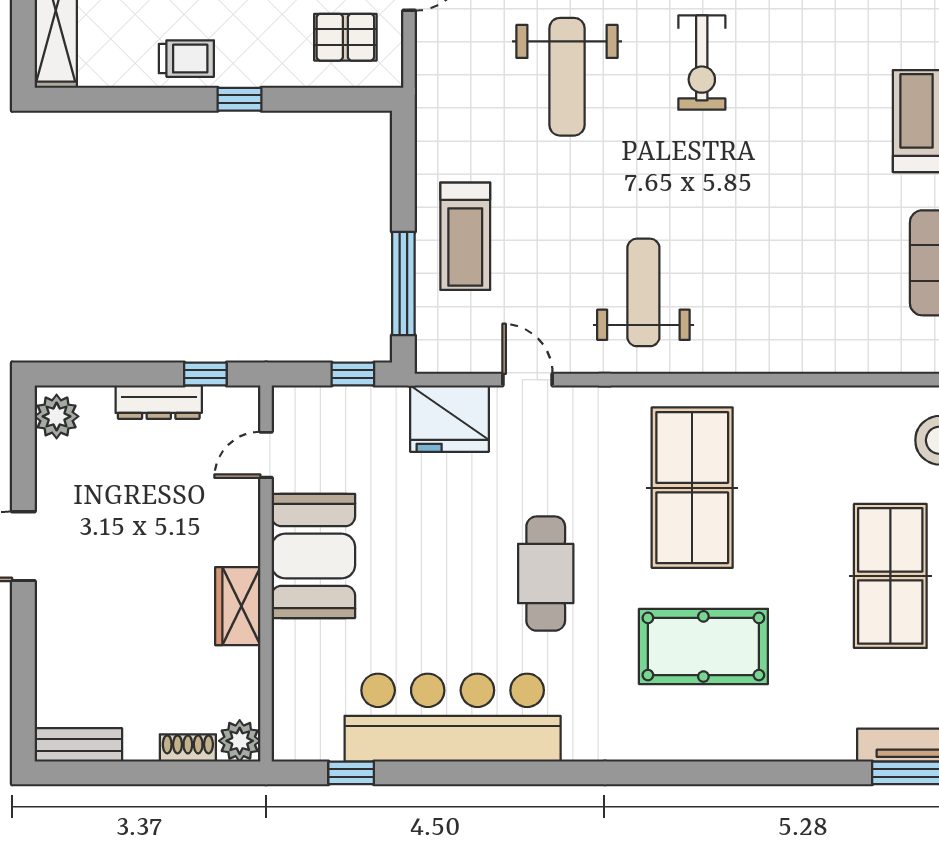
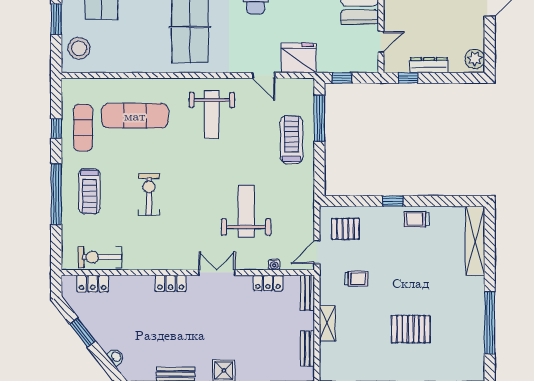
exercise bike: (702, 63) -> (149, 194), moved
exercise mat: (815, 290) -> (135, 116), added

